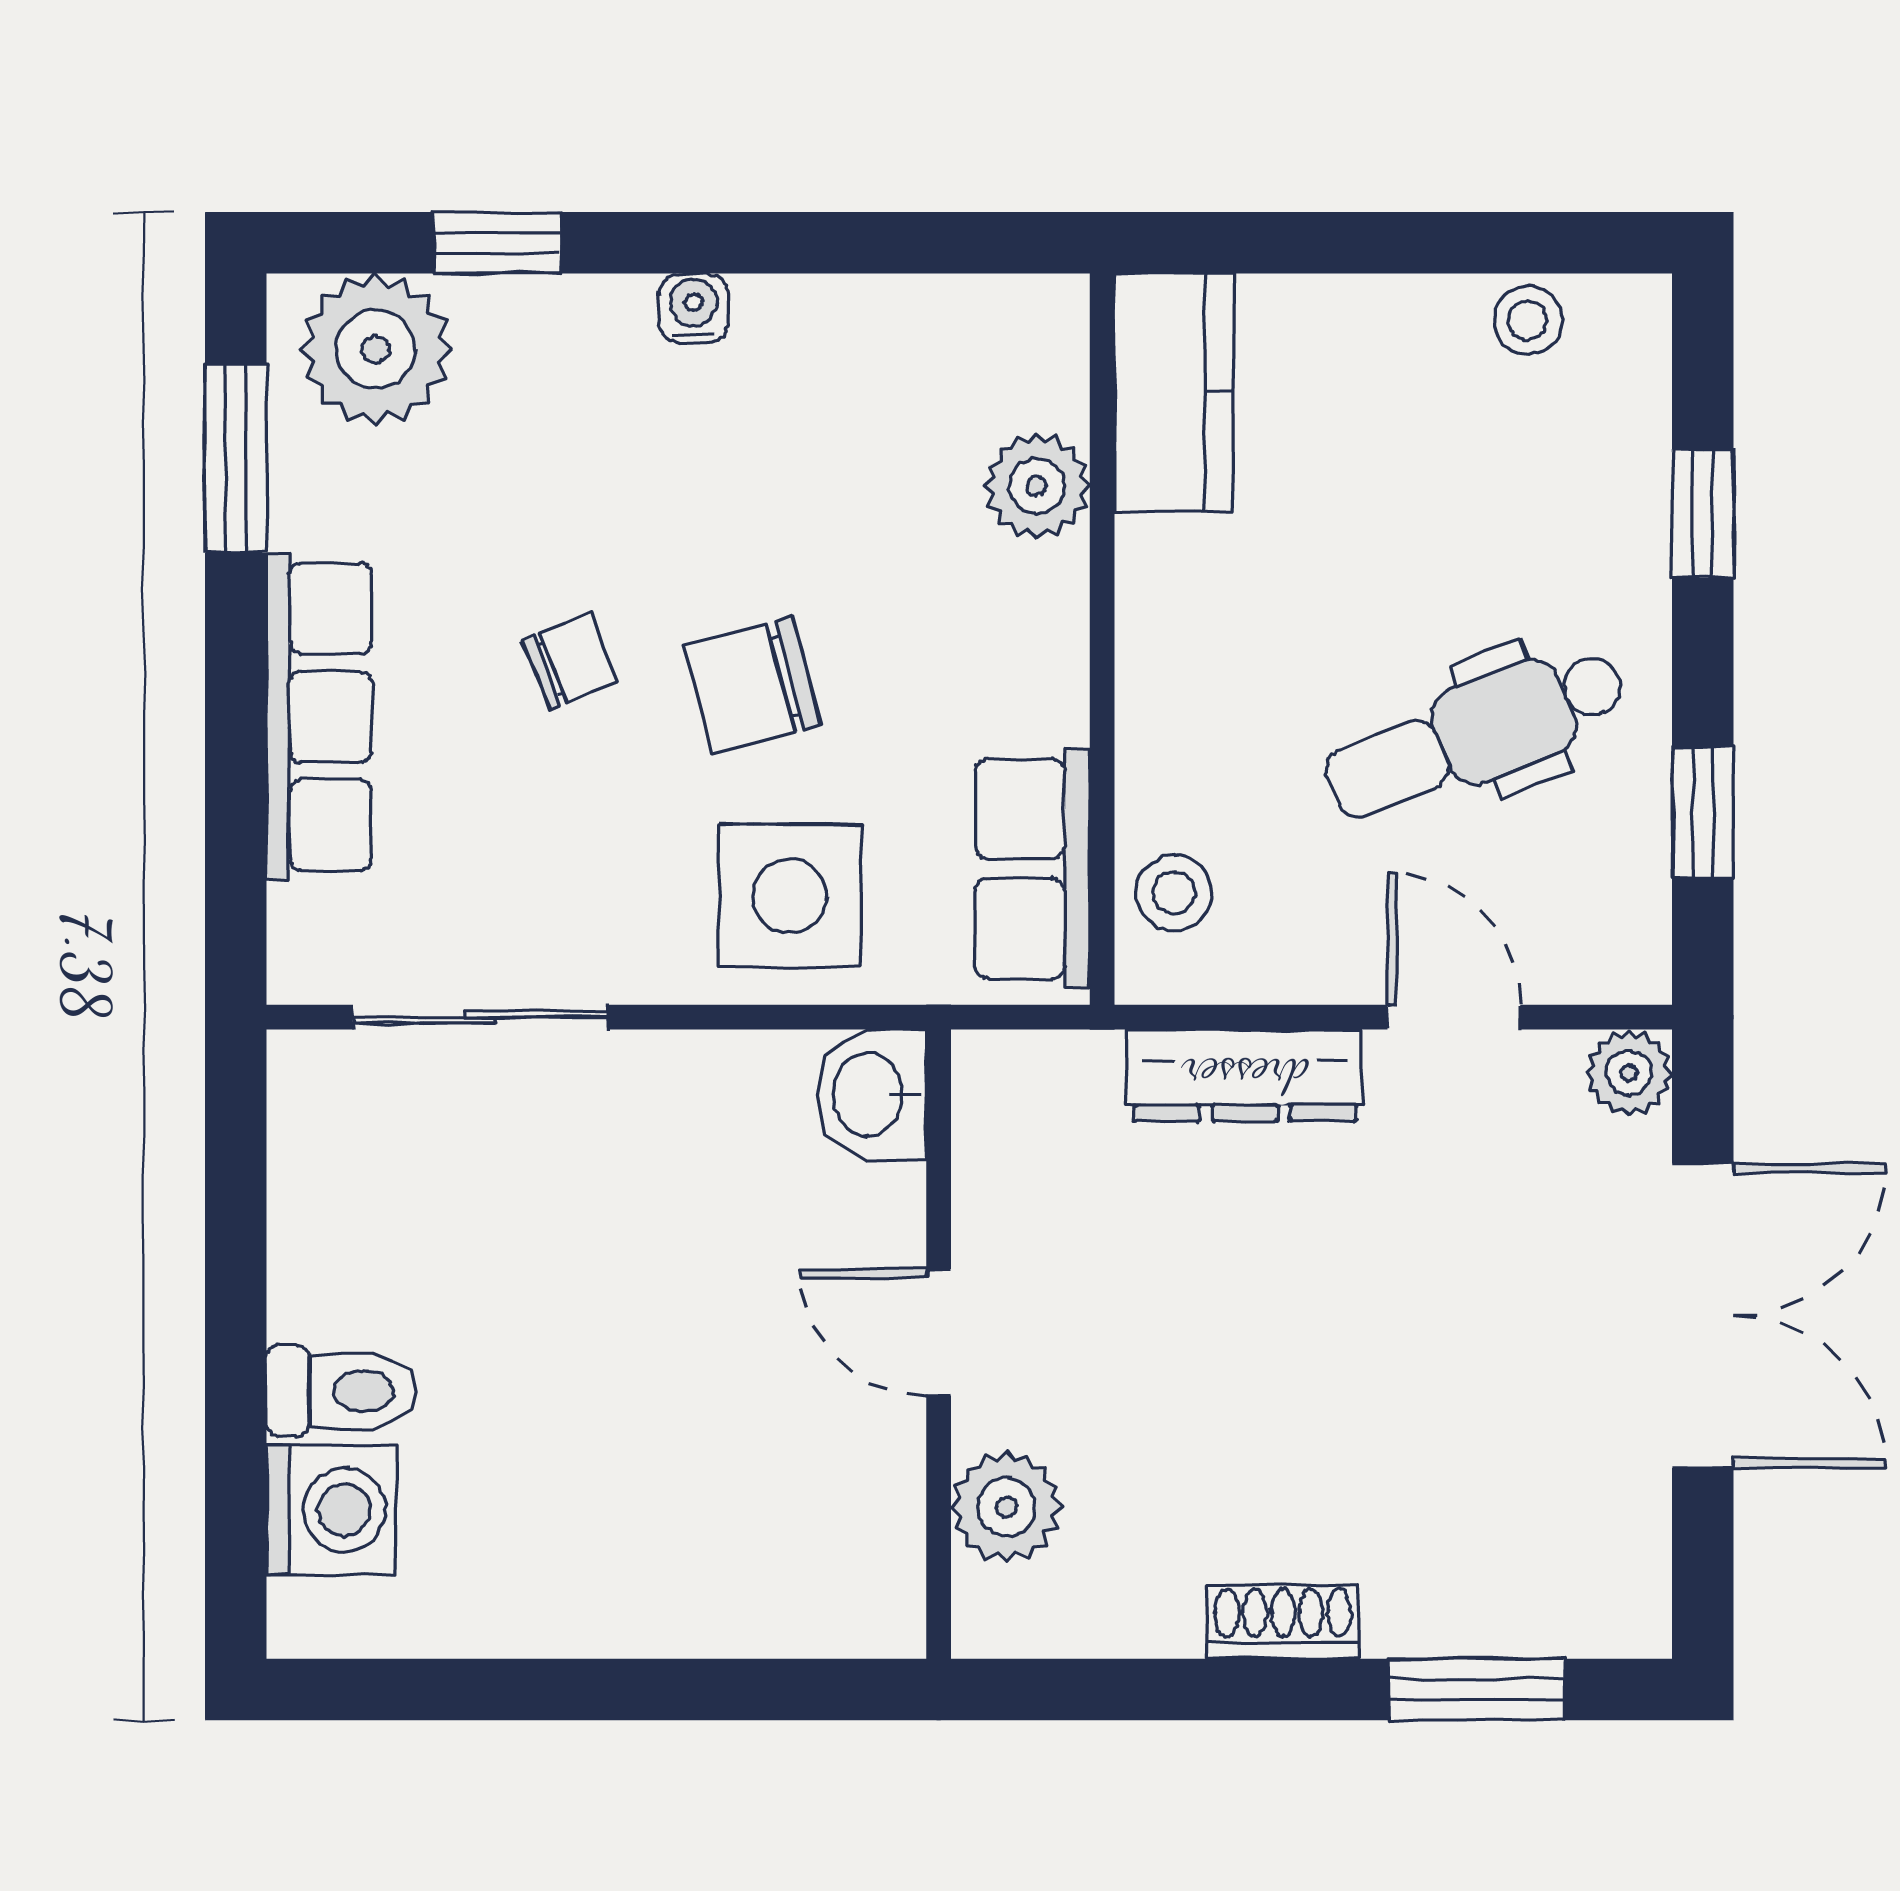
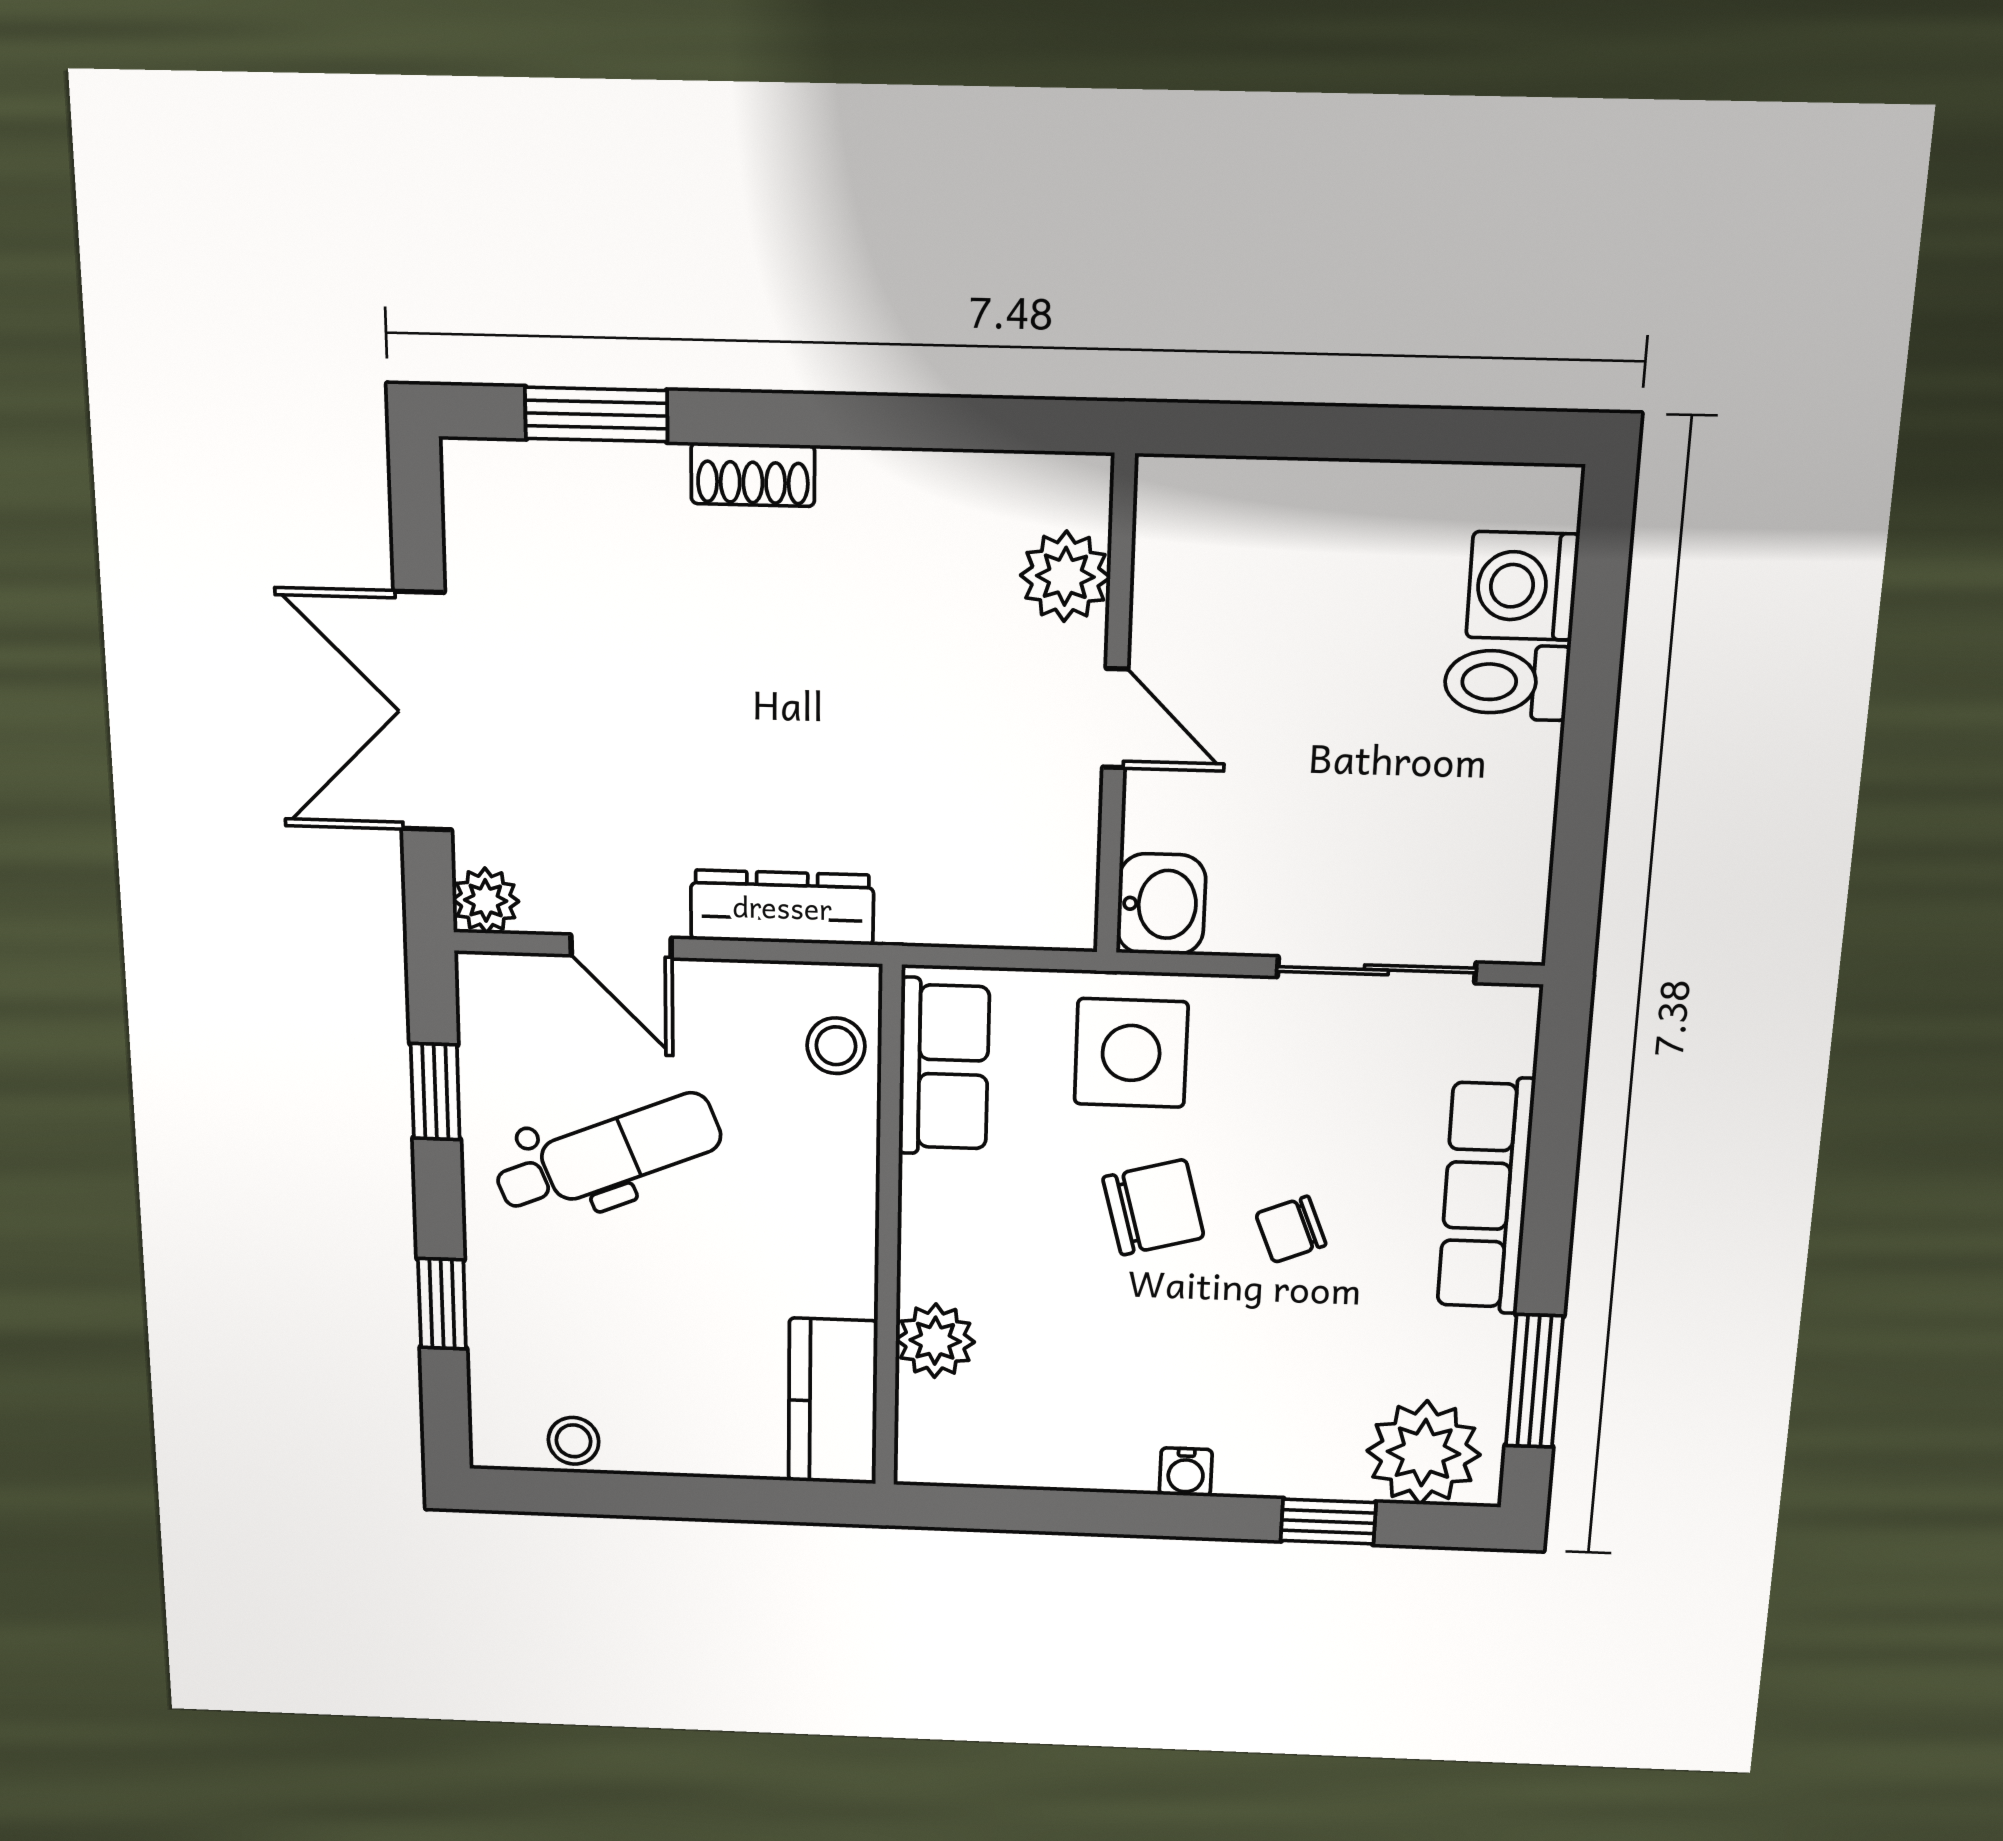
washbasin: (871, 1095) -> (1161, 904), moved
door: (939, 1332) -> (1115, 718), moved
wall: (939, 1344) -> (1115, 709), moved
plant: (1007, 1507) -> (1065, 576), moved

